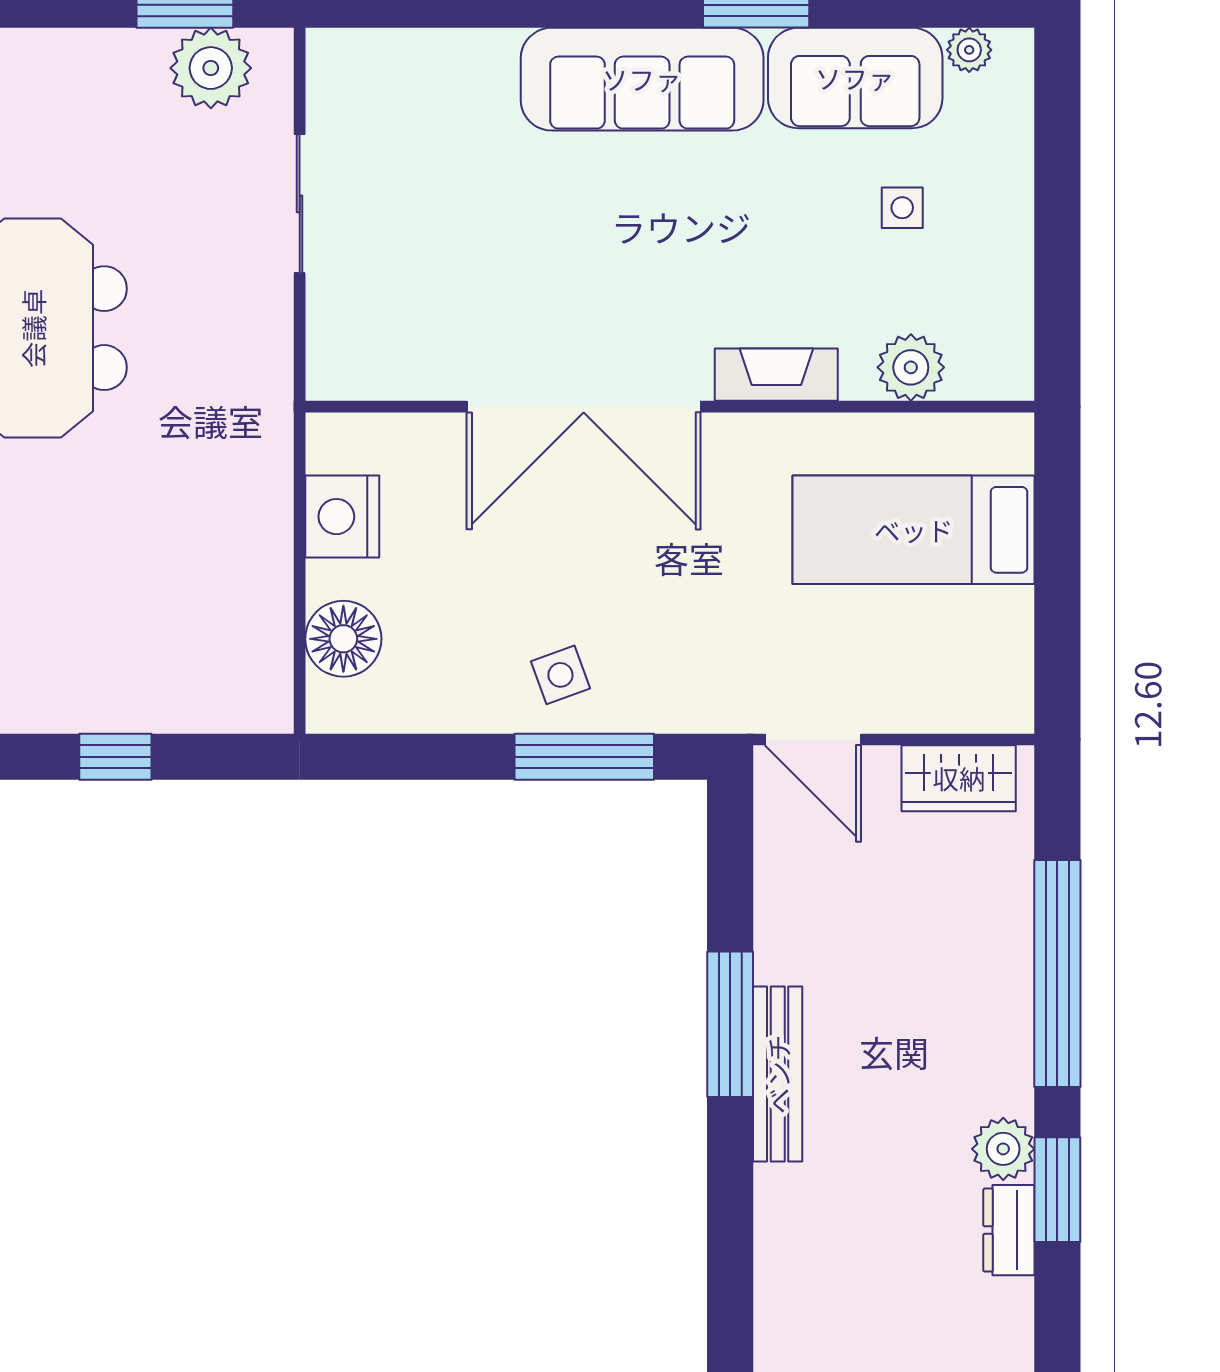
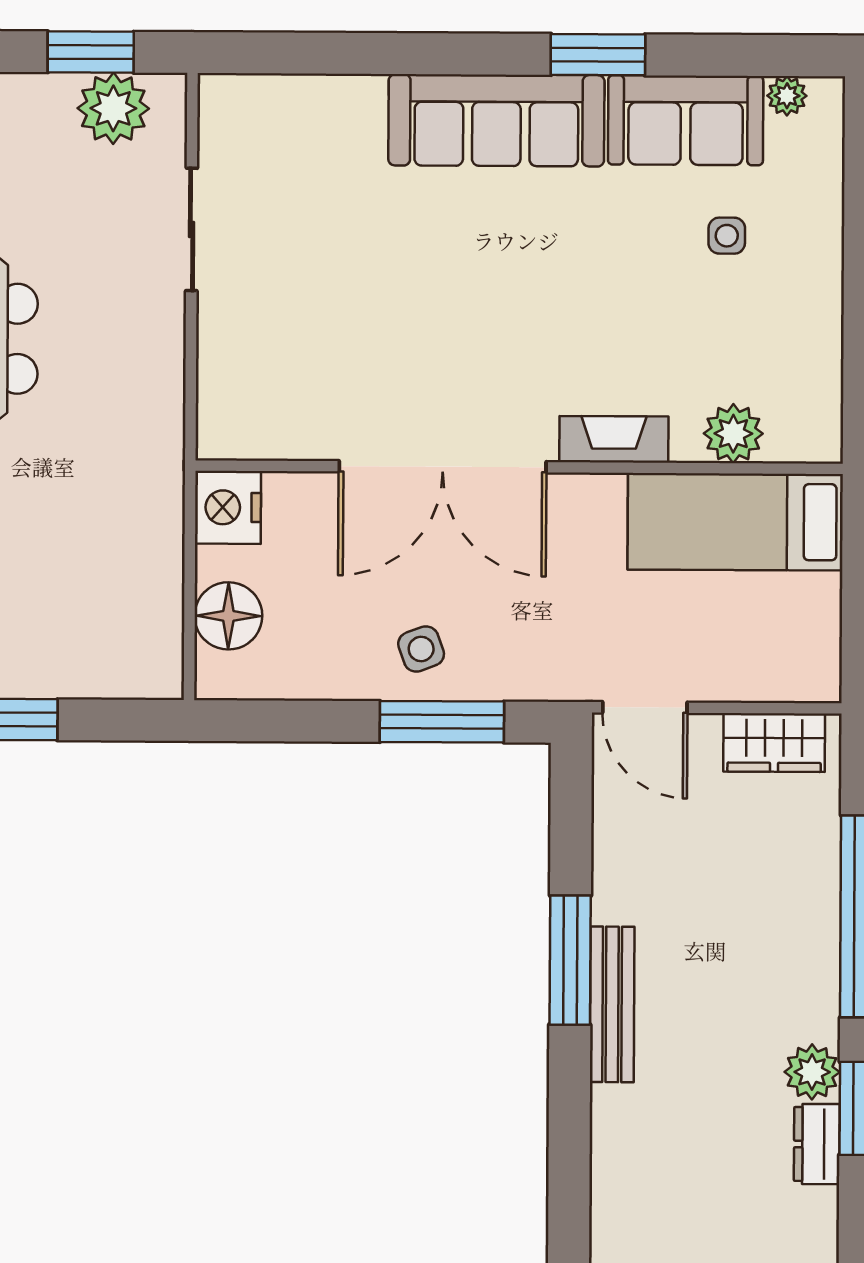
plant: (911, 367) -> (733, 434), moved
fireplace: (776, 375) -> (614, 439), moved
double door: (584, 407) -> (443, 467), moved
wall: (670, 407) -> (519, 467), moved

